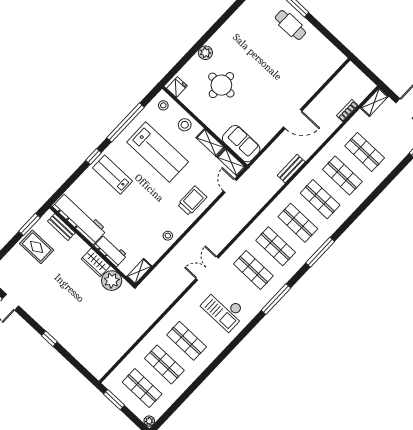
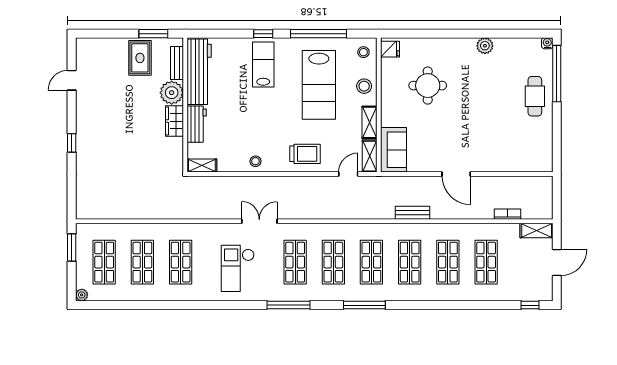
plant: (205, 53) -> (485, 46), moved
plant: (112, 281) -> (172, 93), moved

